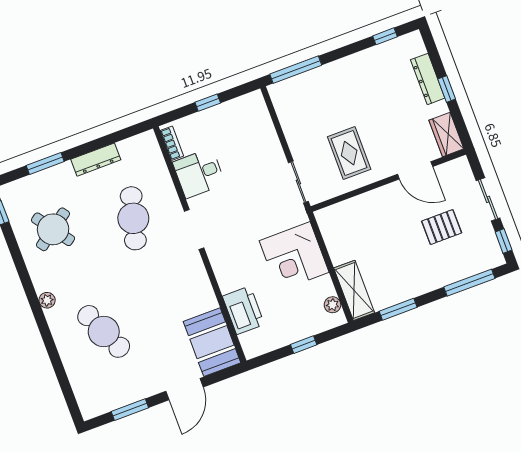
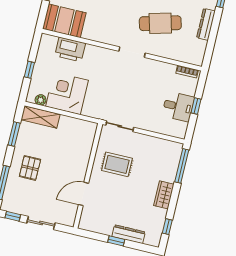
wardrobe: (446, 135) -> (164, 195), moved, turned -90
desk: (199, 173) -> (178, 107), moved, turned 90
cafe table: (133, 218) -> (160, 23), turned -30
pallet: (442, 227) -> (30, 168), moved
corner desk: (294, 256) -> (67, 93), moved

